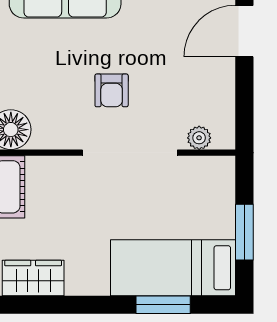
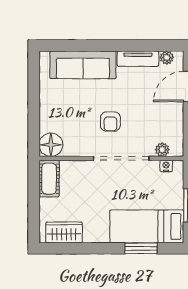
nightstand: (206, 165) -> (166, 166), added

